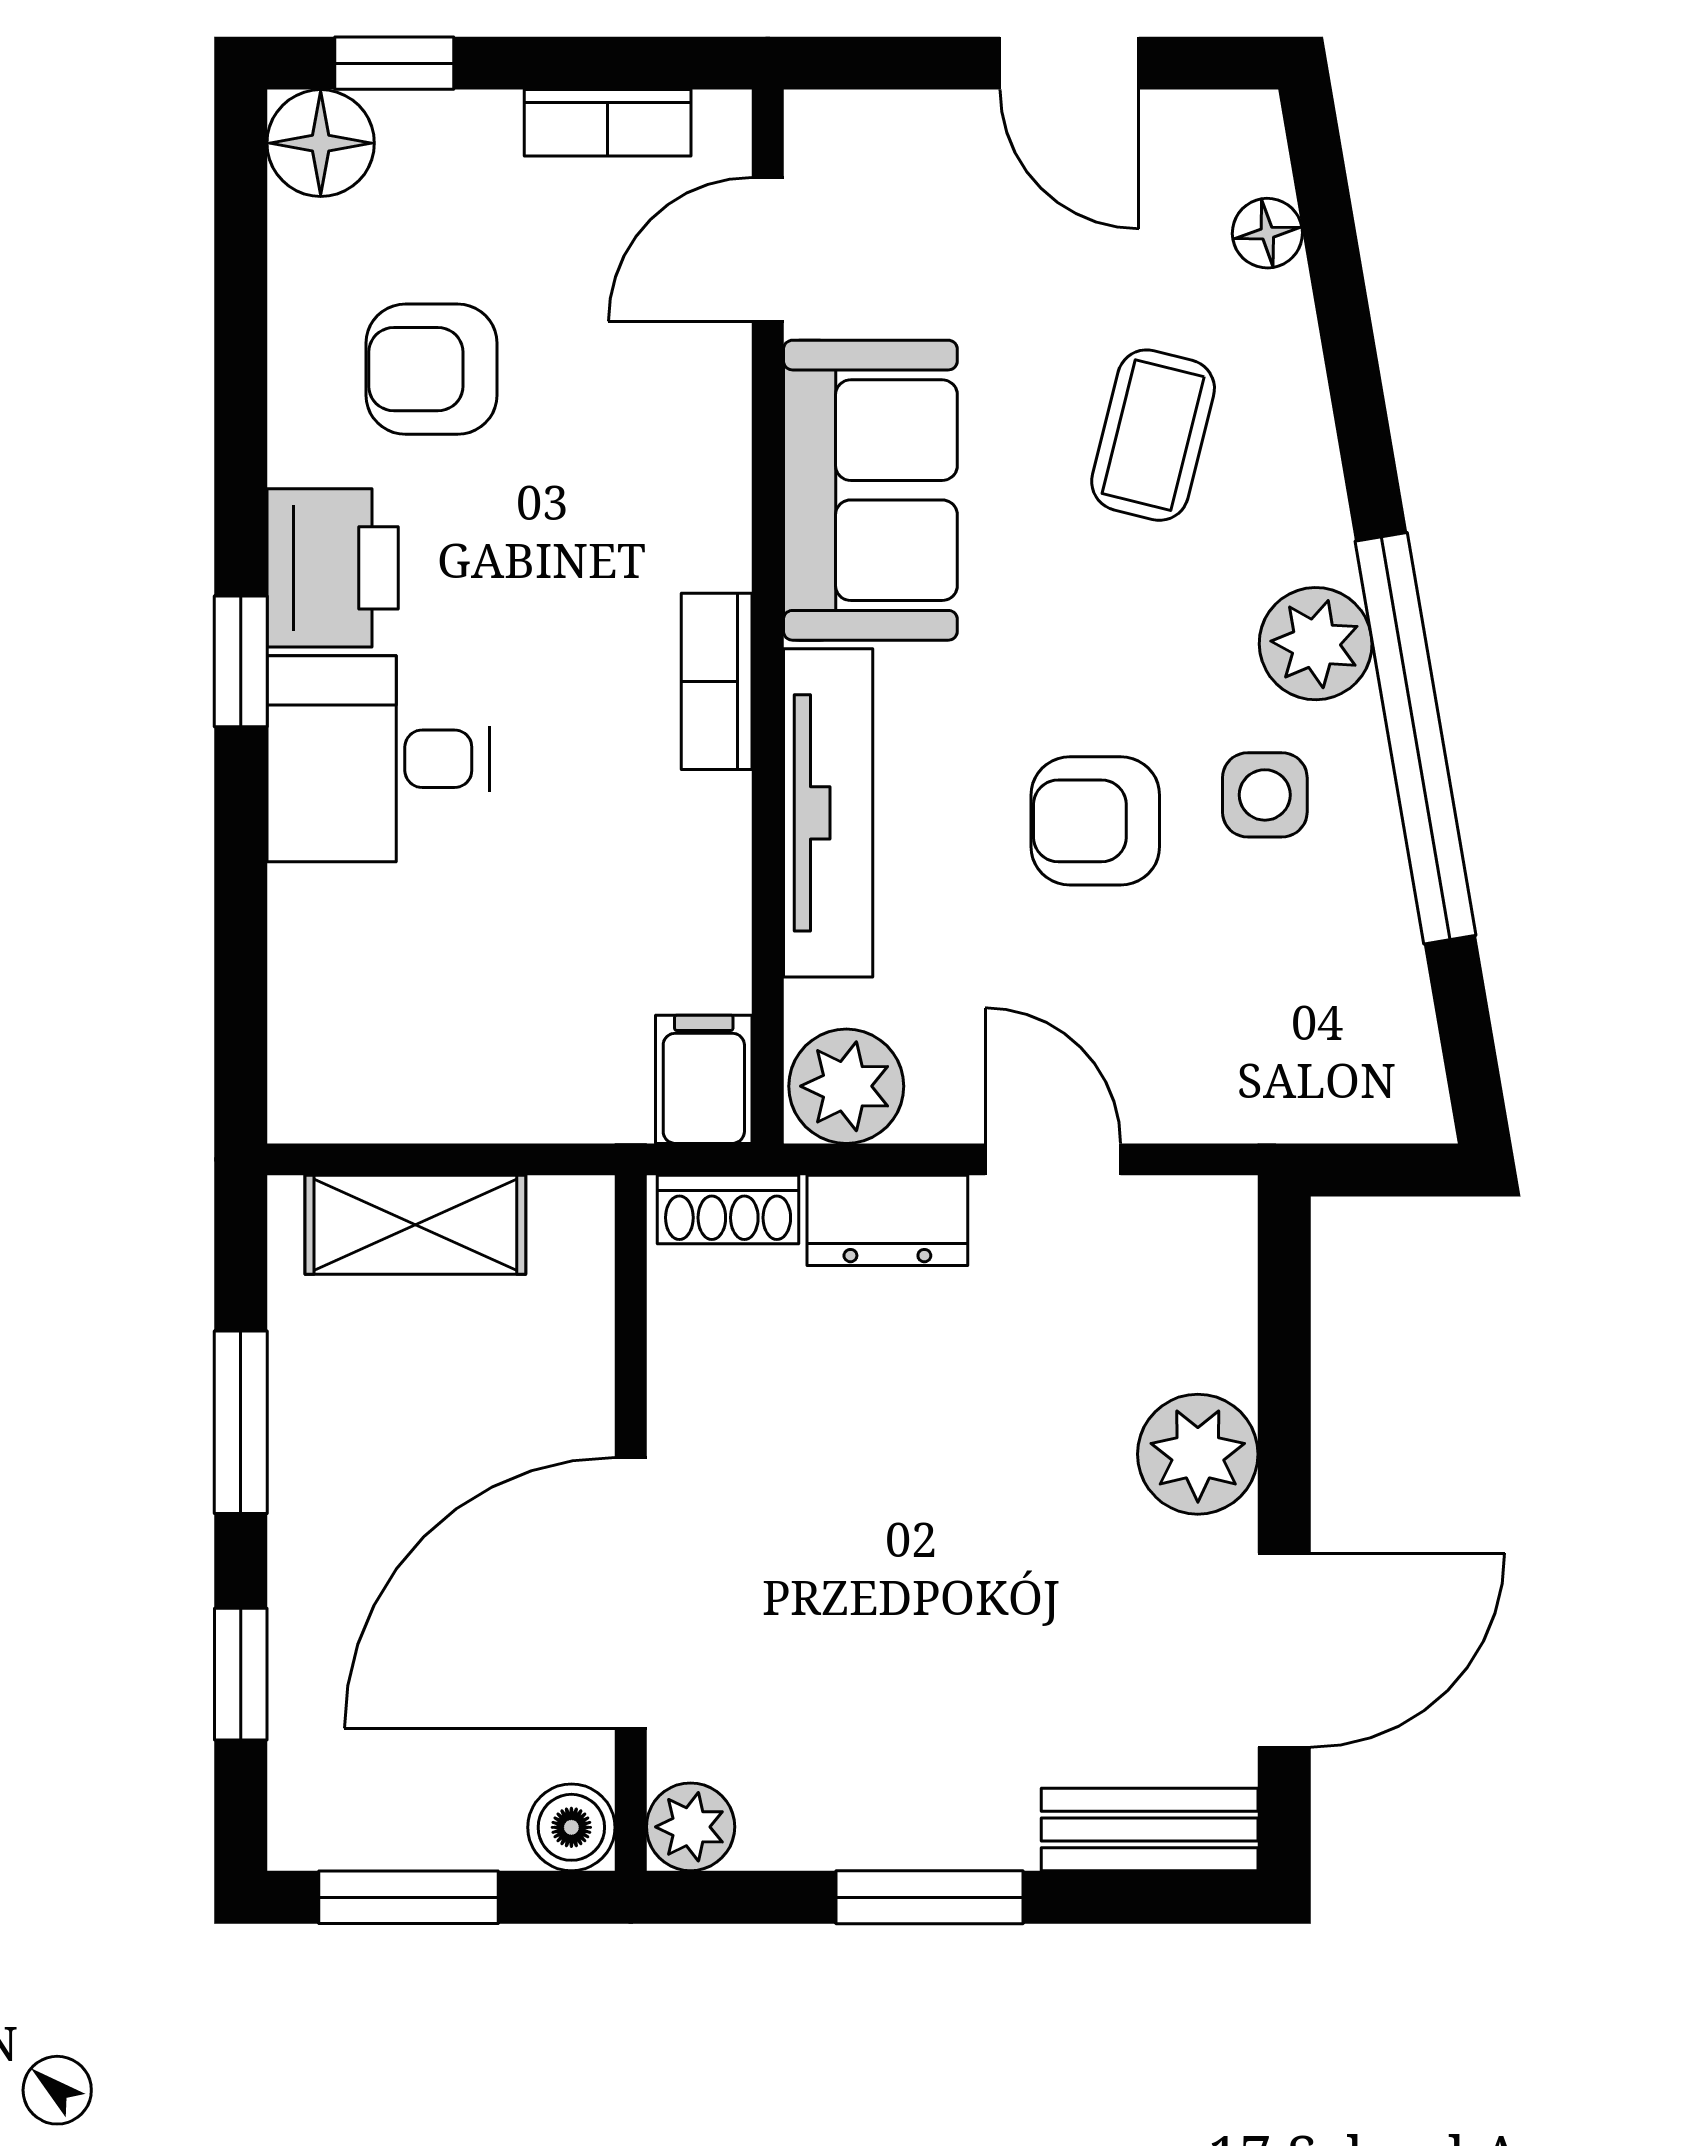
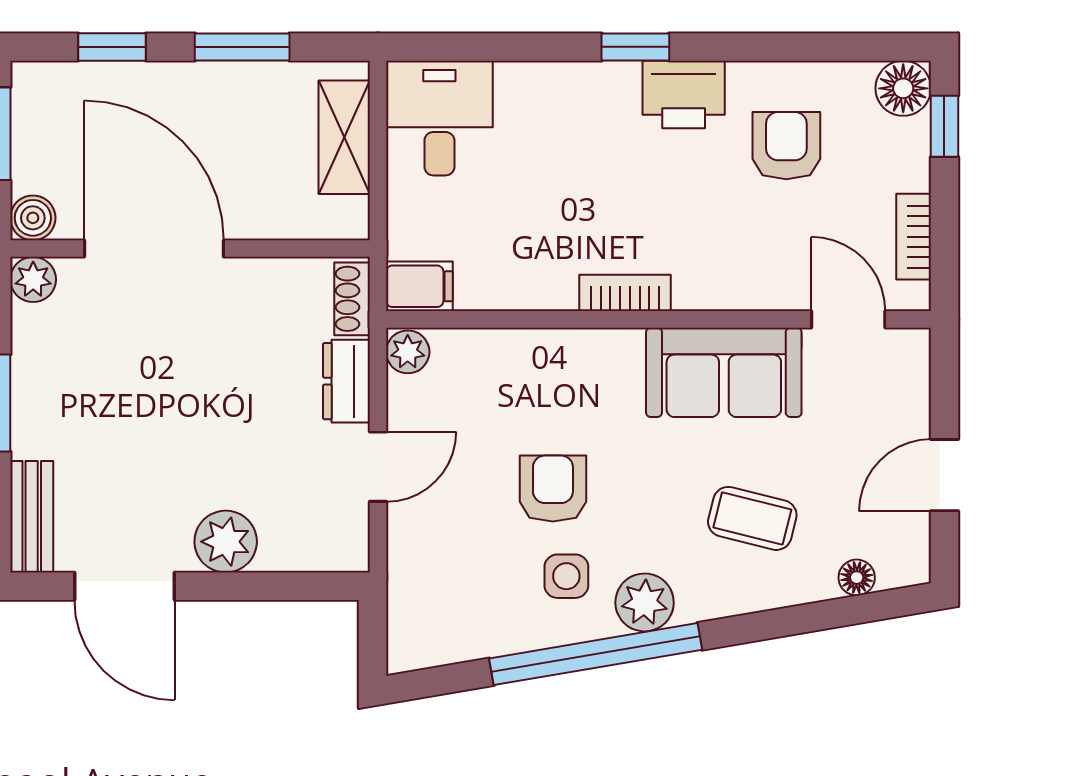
desk: (378, 759) -> (439, 118), moved
tv unit: (828, 813) -> (557, 351), removed
plant: (846, 1086) -> (408, 352), width x0.73, depth x0.73

